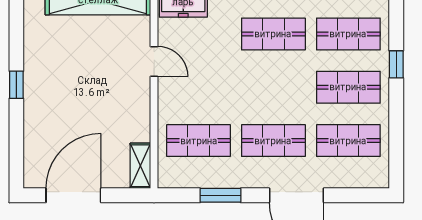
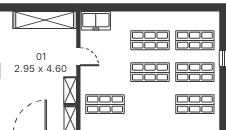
shelving: (140, 118) -> (70, 91), added
shop shelf: (273, 141) -> (150, 72), moved

